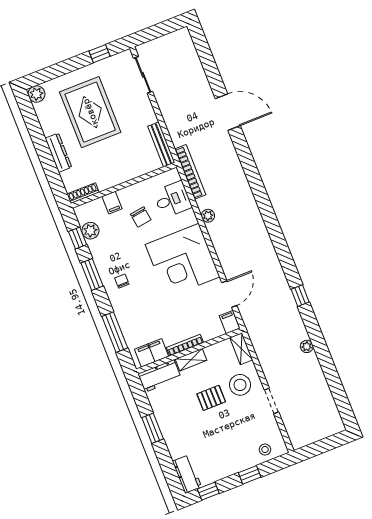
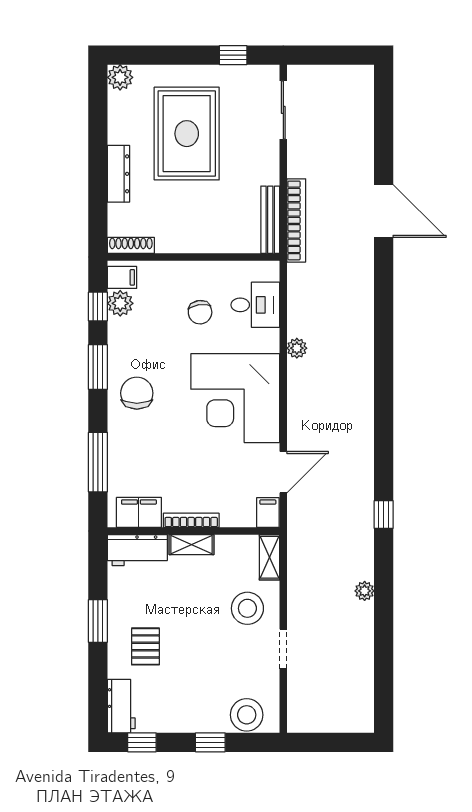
bookcase: (190, 172) -> (296, 220), moved
filing cabinet: (112, 203) -> (122, 277), moved, turned -90
chair: (122, 281) -> (137, 393), width x1.87, depth x1.87
pallet: (211, 398) -> (145, 646), moved, turned 90
stool: (265, 449) -> (247, 715), width x1.89, depth x1.89

